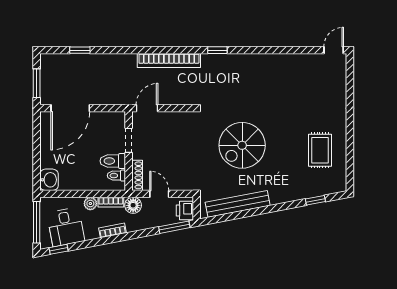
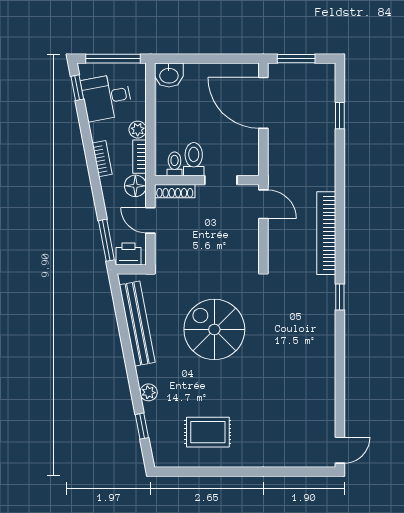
door: (334, 50) -> (340, 450), hinge flipped
door: (159, 194) -> (150, 220), swing flipped
plant: (290, 195) -> (149, 392), added

